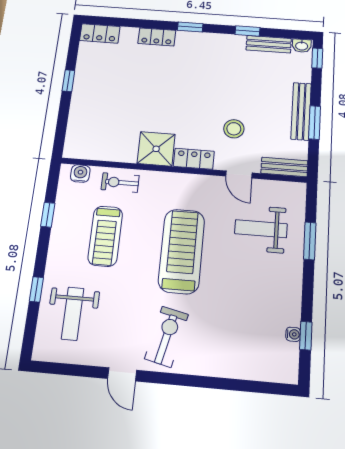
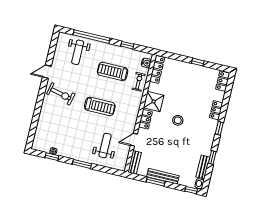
stool: (234, 129) -> (178, 120), moved
locker: (91, 151) -> (157, 69), added
window: (310, 241) -> (82, 164), moved
treadmill: (182, 251) -> (100, 106), width x0.73, depth x0.73
window: (36, 289) -> (91, 37), width x3.17
weight bench: (73, 314) -> (78, 52), turned -90

